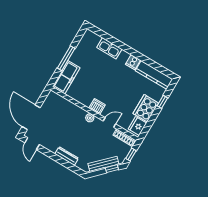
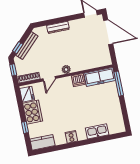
window: (66, 58) -> (119, 84), moved
kitchen counter: (154, 75) -> (42, 142), width x0.67
freezer: (66, 77) -> (100, 77), moved, turned -90
dishwasher: (97, 107) -> (78, 80), moved

